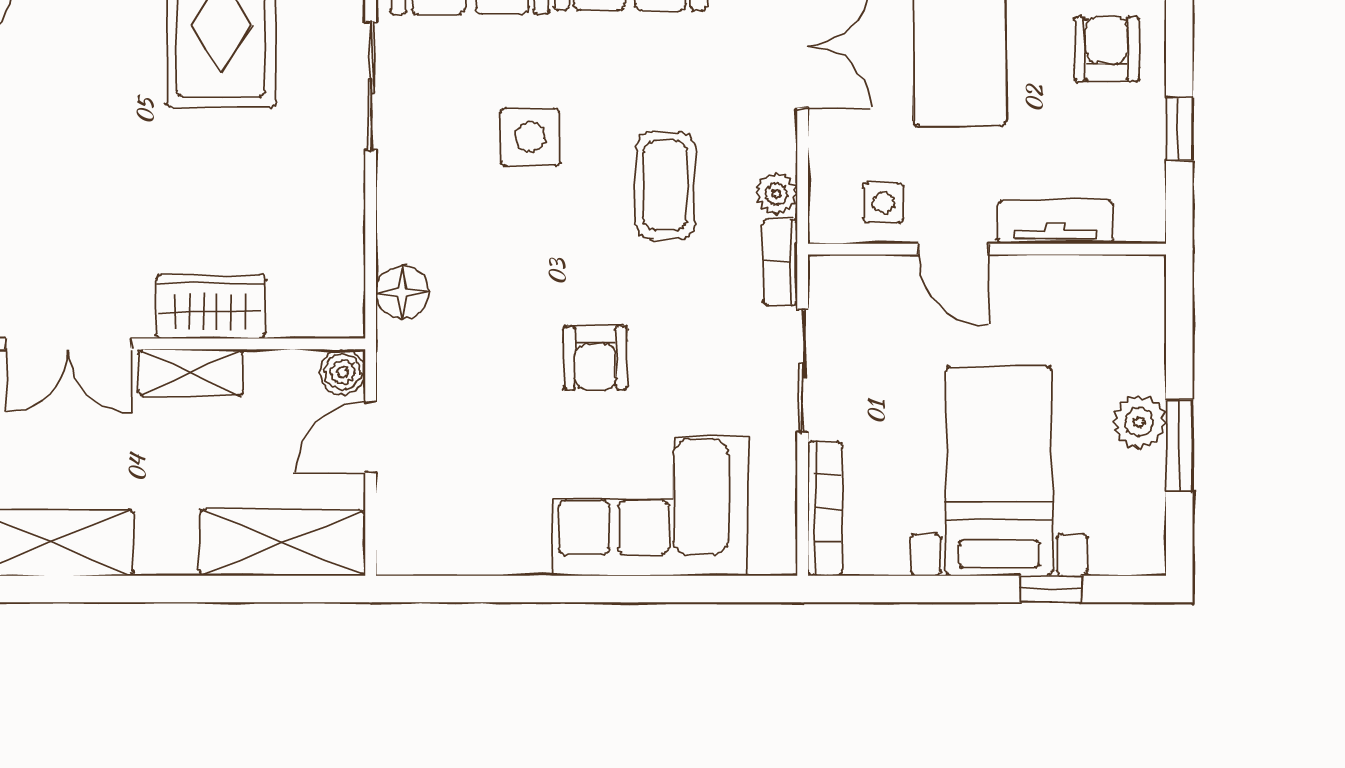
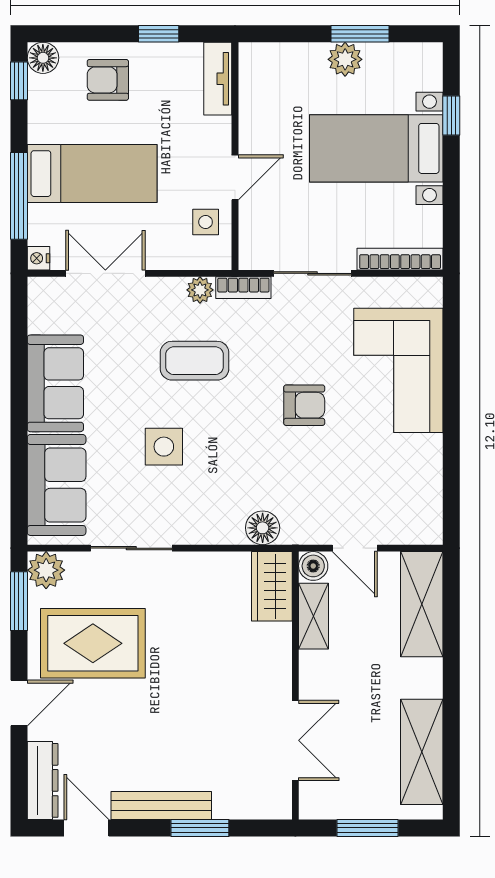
tv unit: (1055, 222) -> (218, 79), moved
wardrobe: (210, 307) -> (272, 586), moved
shelving: (191, 373) -> (314, 616), moved

